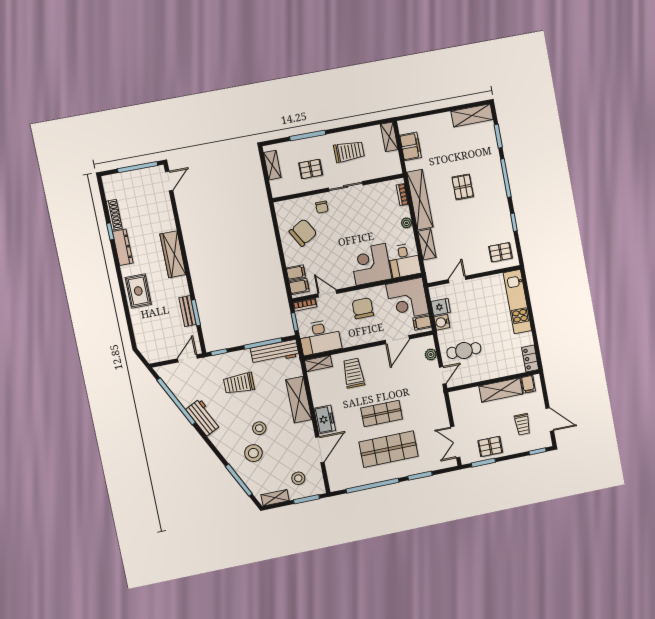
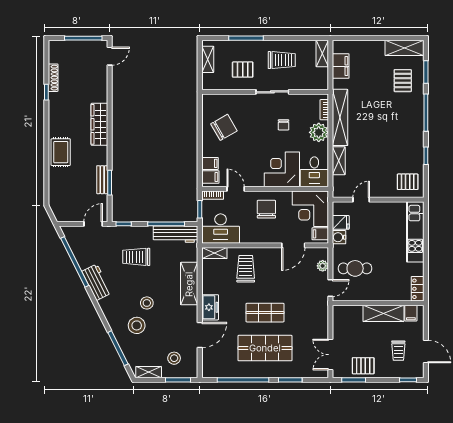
pallet: (463, 187) -> (403, 81), moved
chair: (322, 207) -> (284, 125), moved
plant: (406, 223) -> (319, 132), width x1.87, depth x1.87
dresser: (123, 247) -> (55, 109), removed

